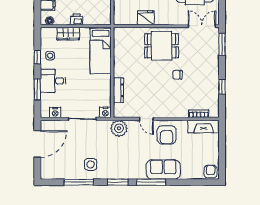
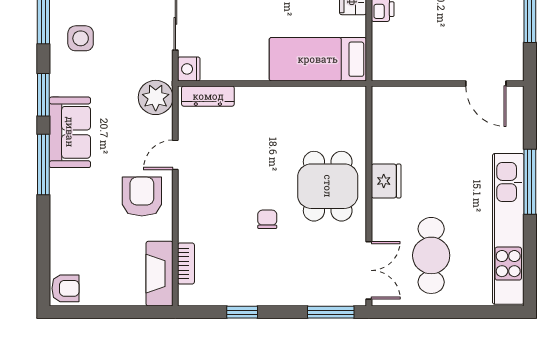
fridge: (146, 18) -> (386, 181), moved
dresser: (118, 90) -> (208, 96), moved
armchair: (166, 135) -> (142, 196), turned 90
sofa: (163, 169) -> (70, 132), moved

